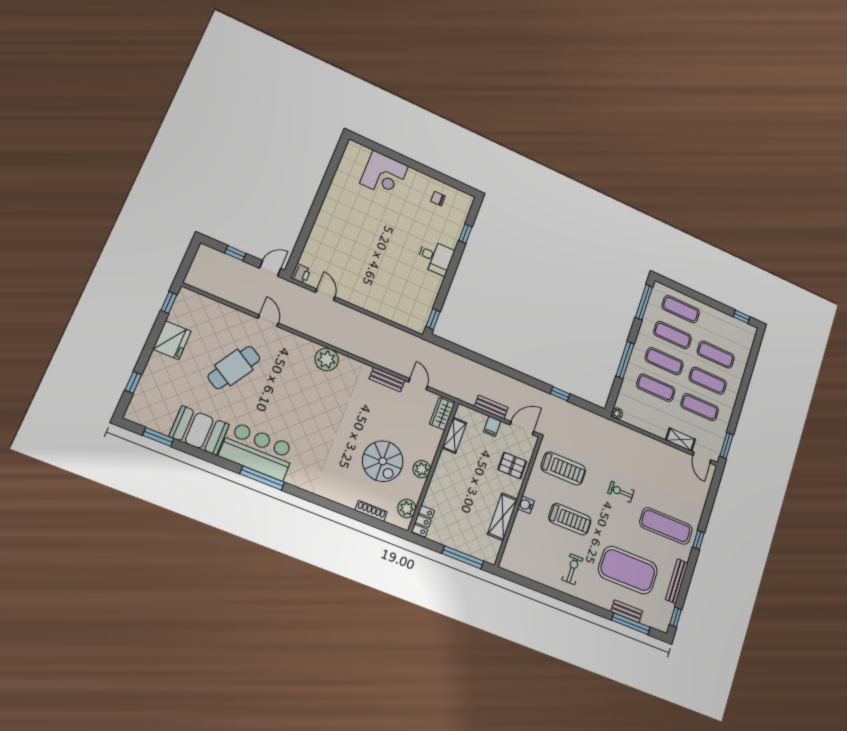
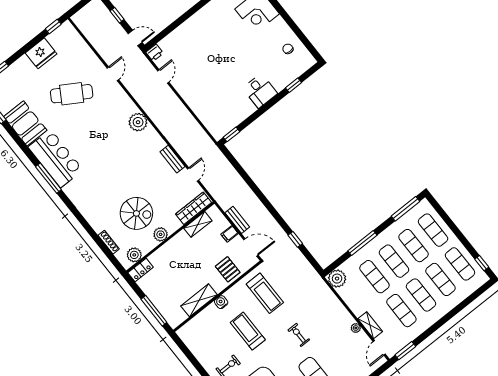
exercise mat: (724, 329) -> (460, 264), added
plant: (617, 413) -> (337, 279), width x1.88, depth x1.88
wardrobe: (442, 414) -> (194, 208), width x1.50
plant: (669, 451) -> (356, 328), added
spiral stairs: (383, 461) -> (136, 213), turned -90
treadmill: (570, 519) -> (248, 331), turned 180

